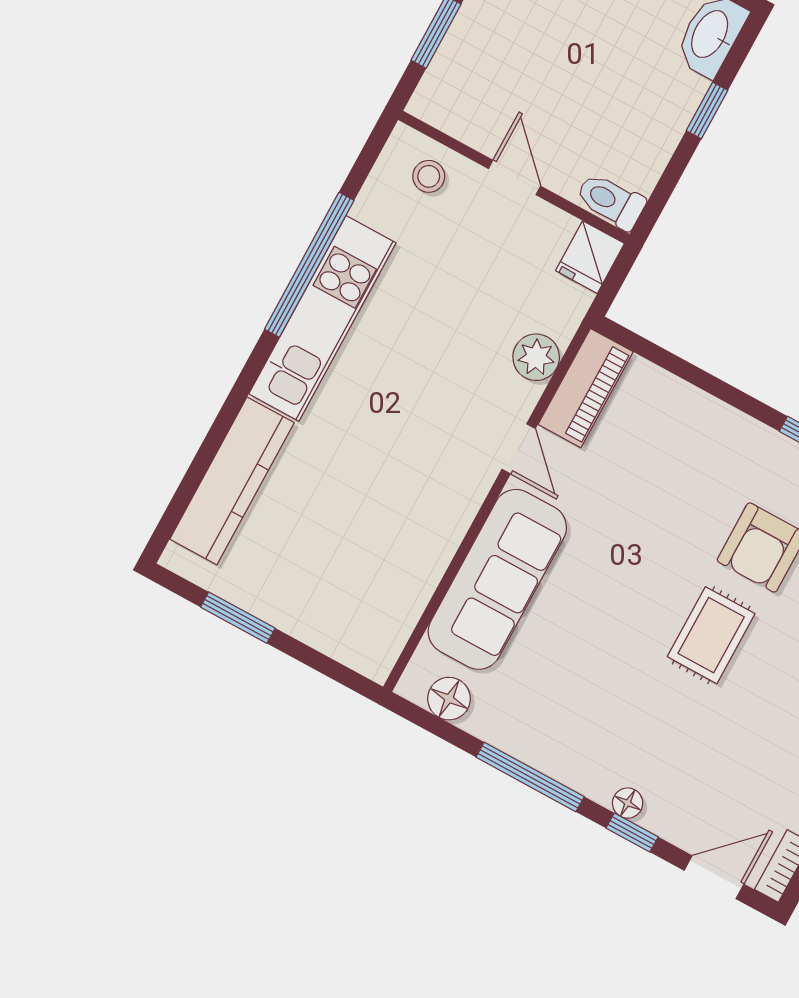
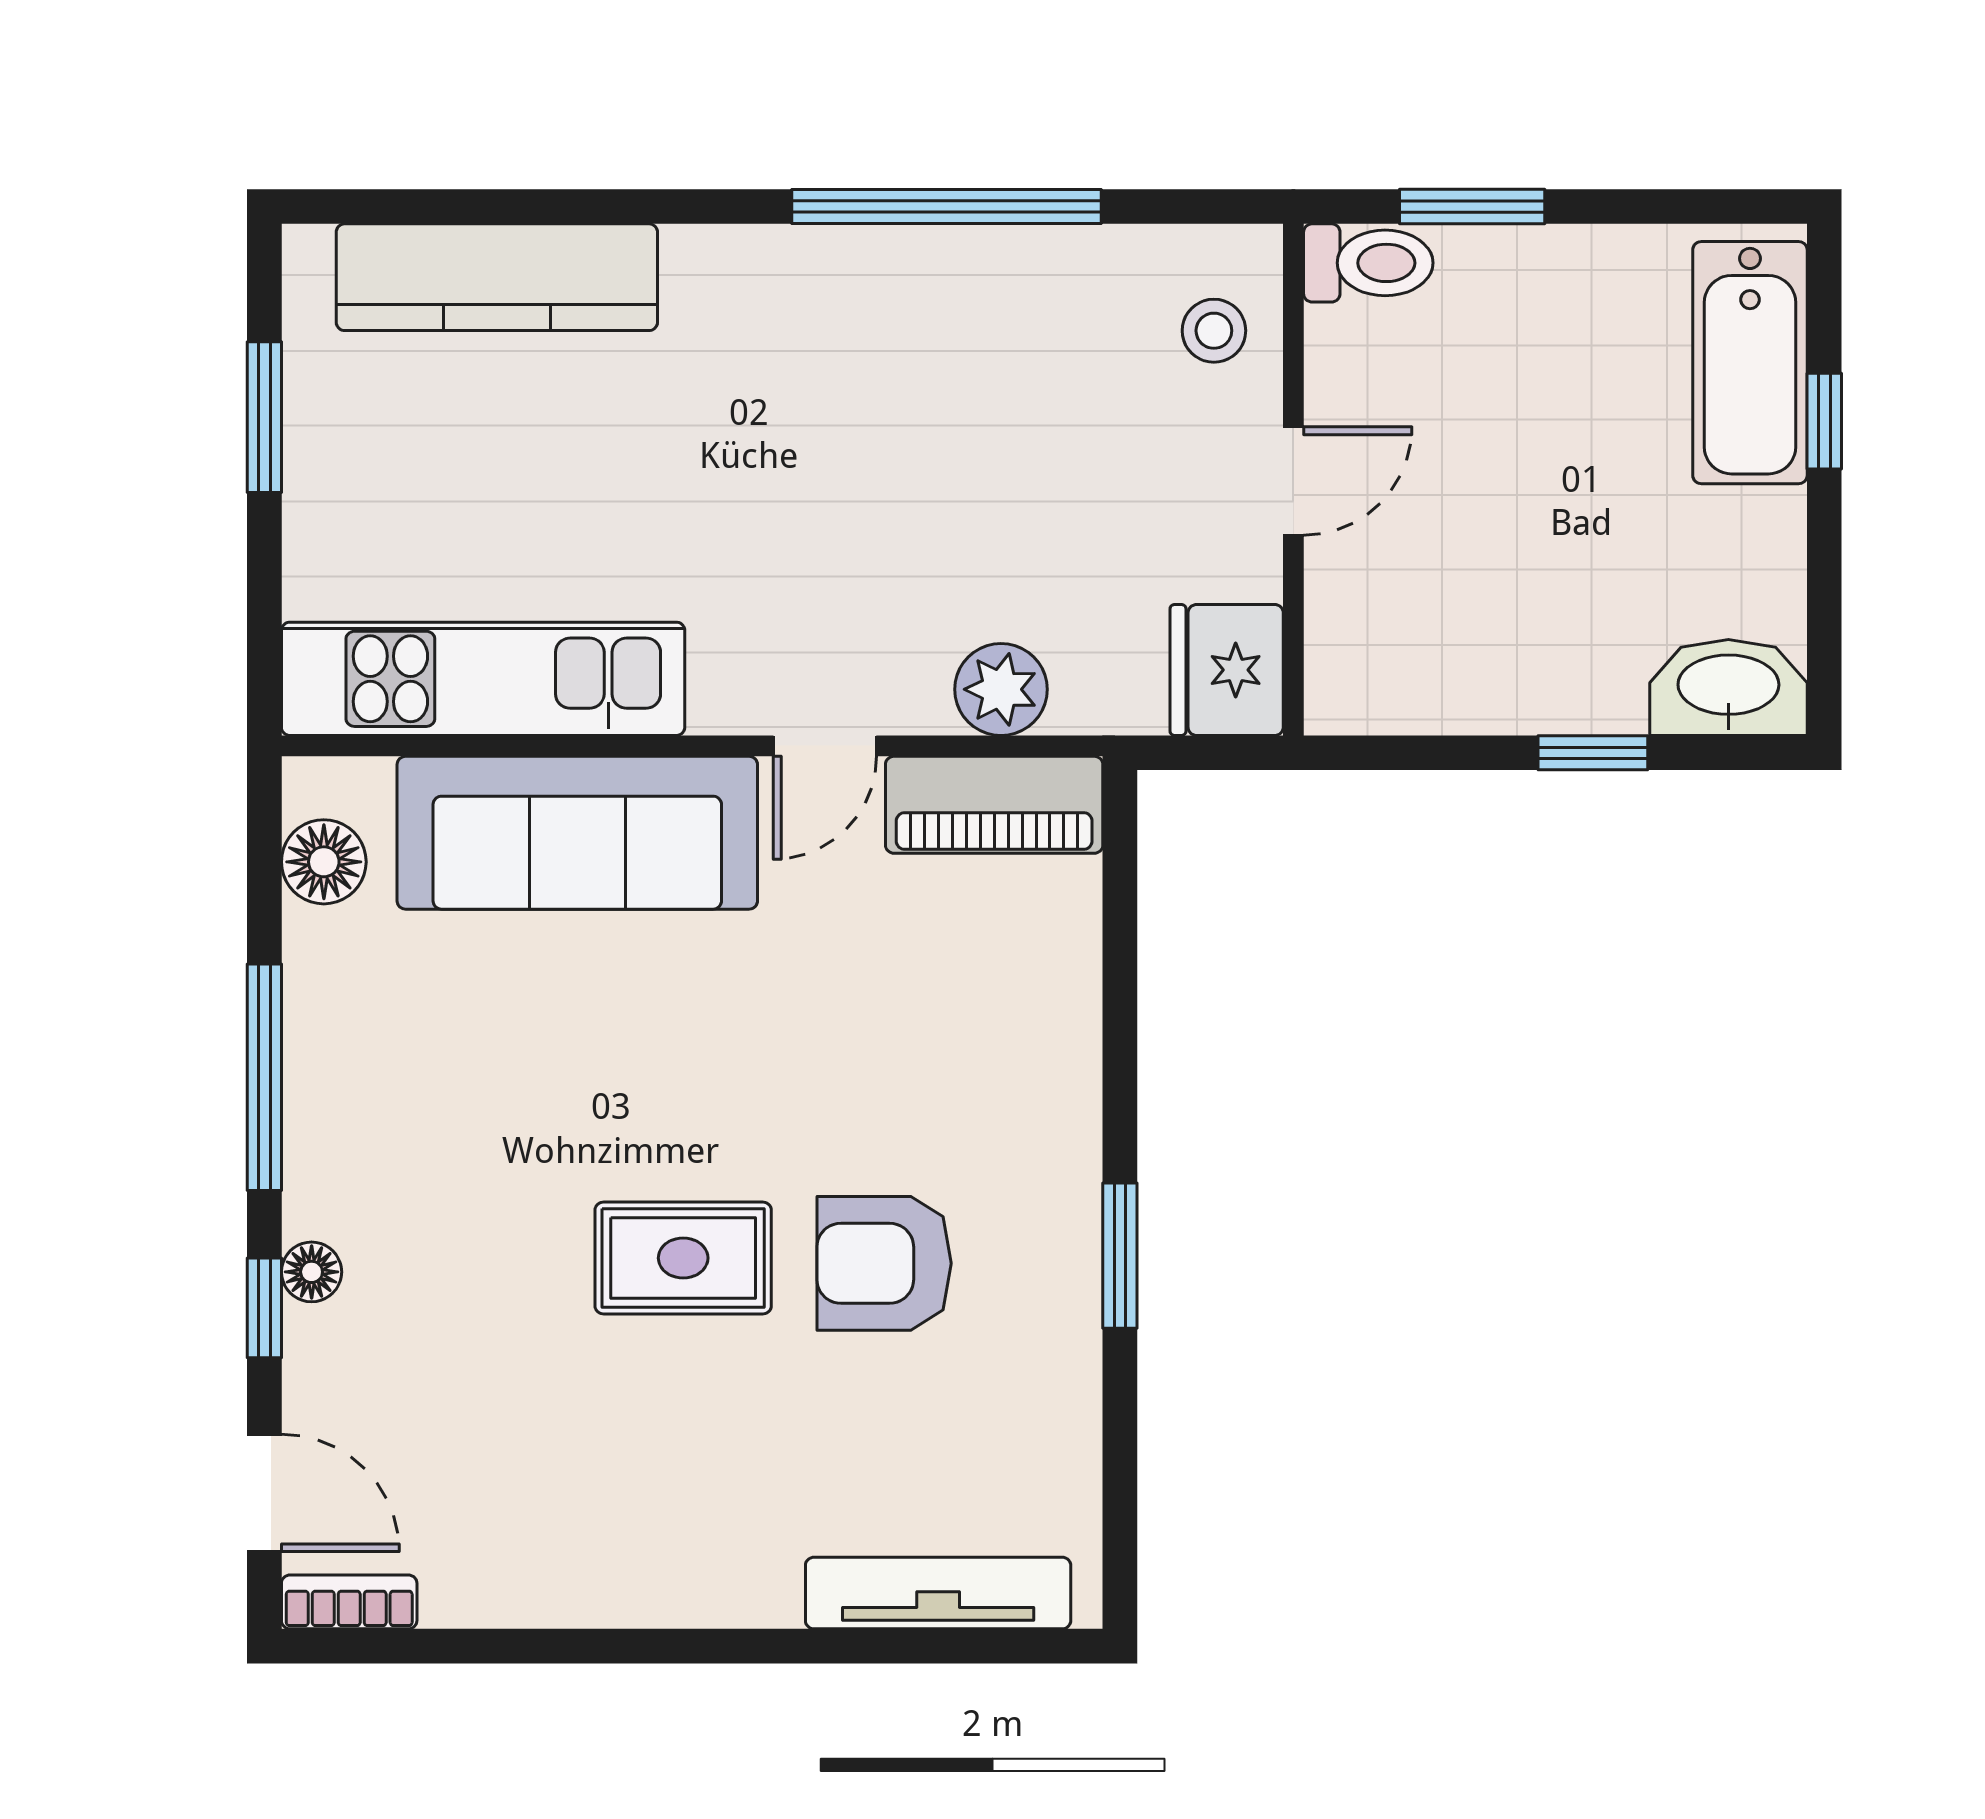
toilet: (611, 201) -> (1368, 263), moved, turned 90
fridge: (590, 257) -> (1227, 670), width x1.38
kitchen unit: (322, 318) -> (483, 679), moved, turned 180

